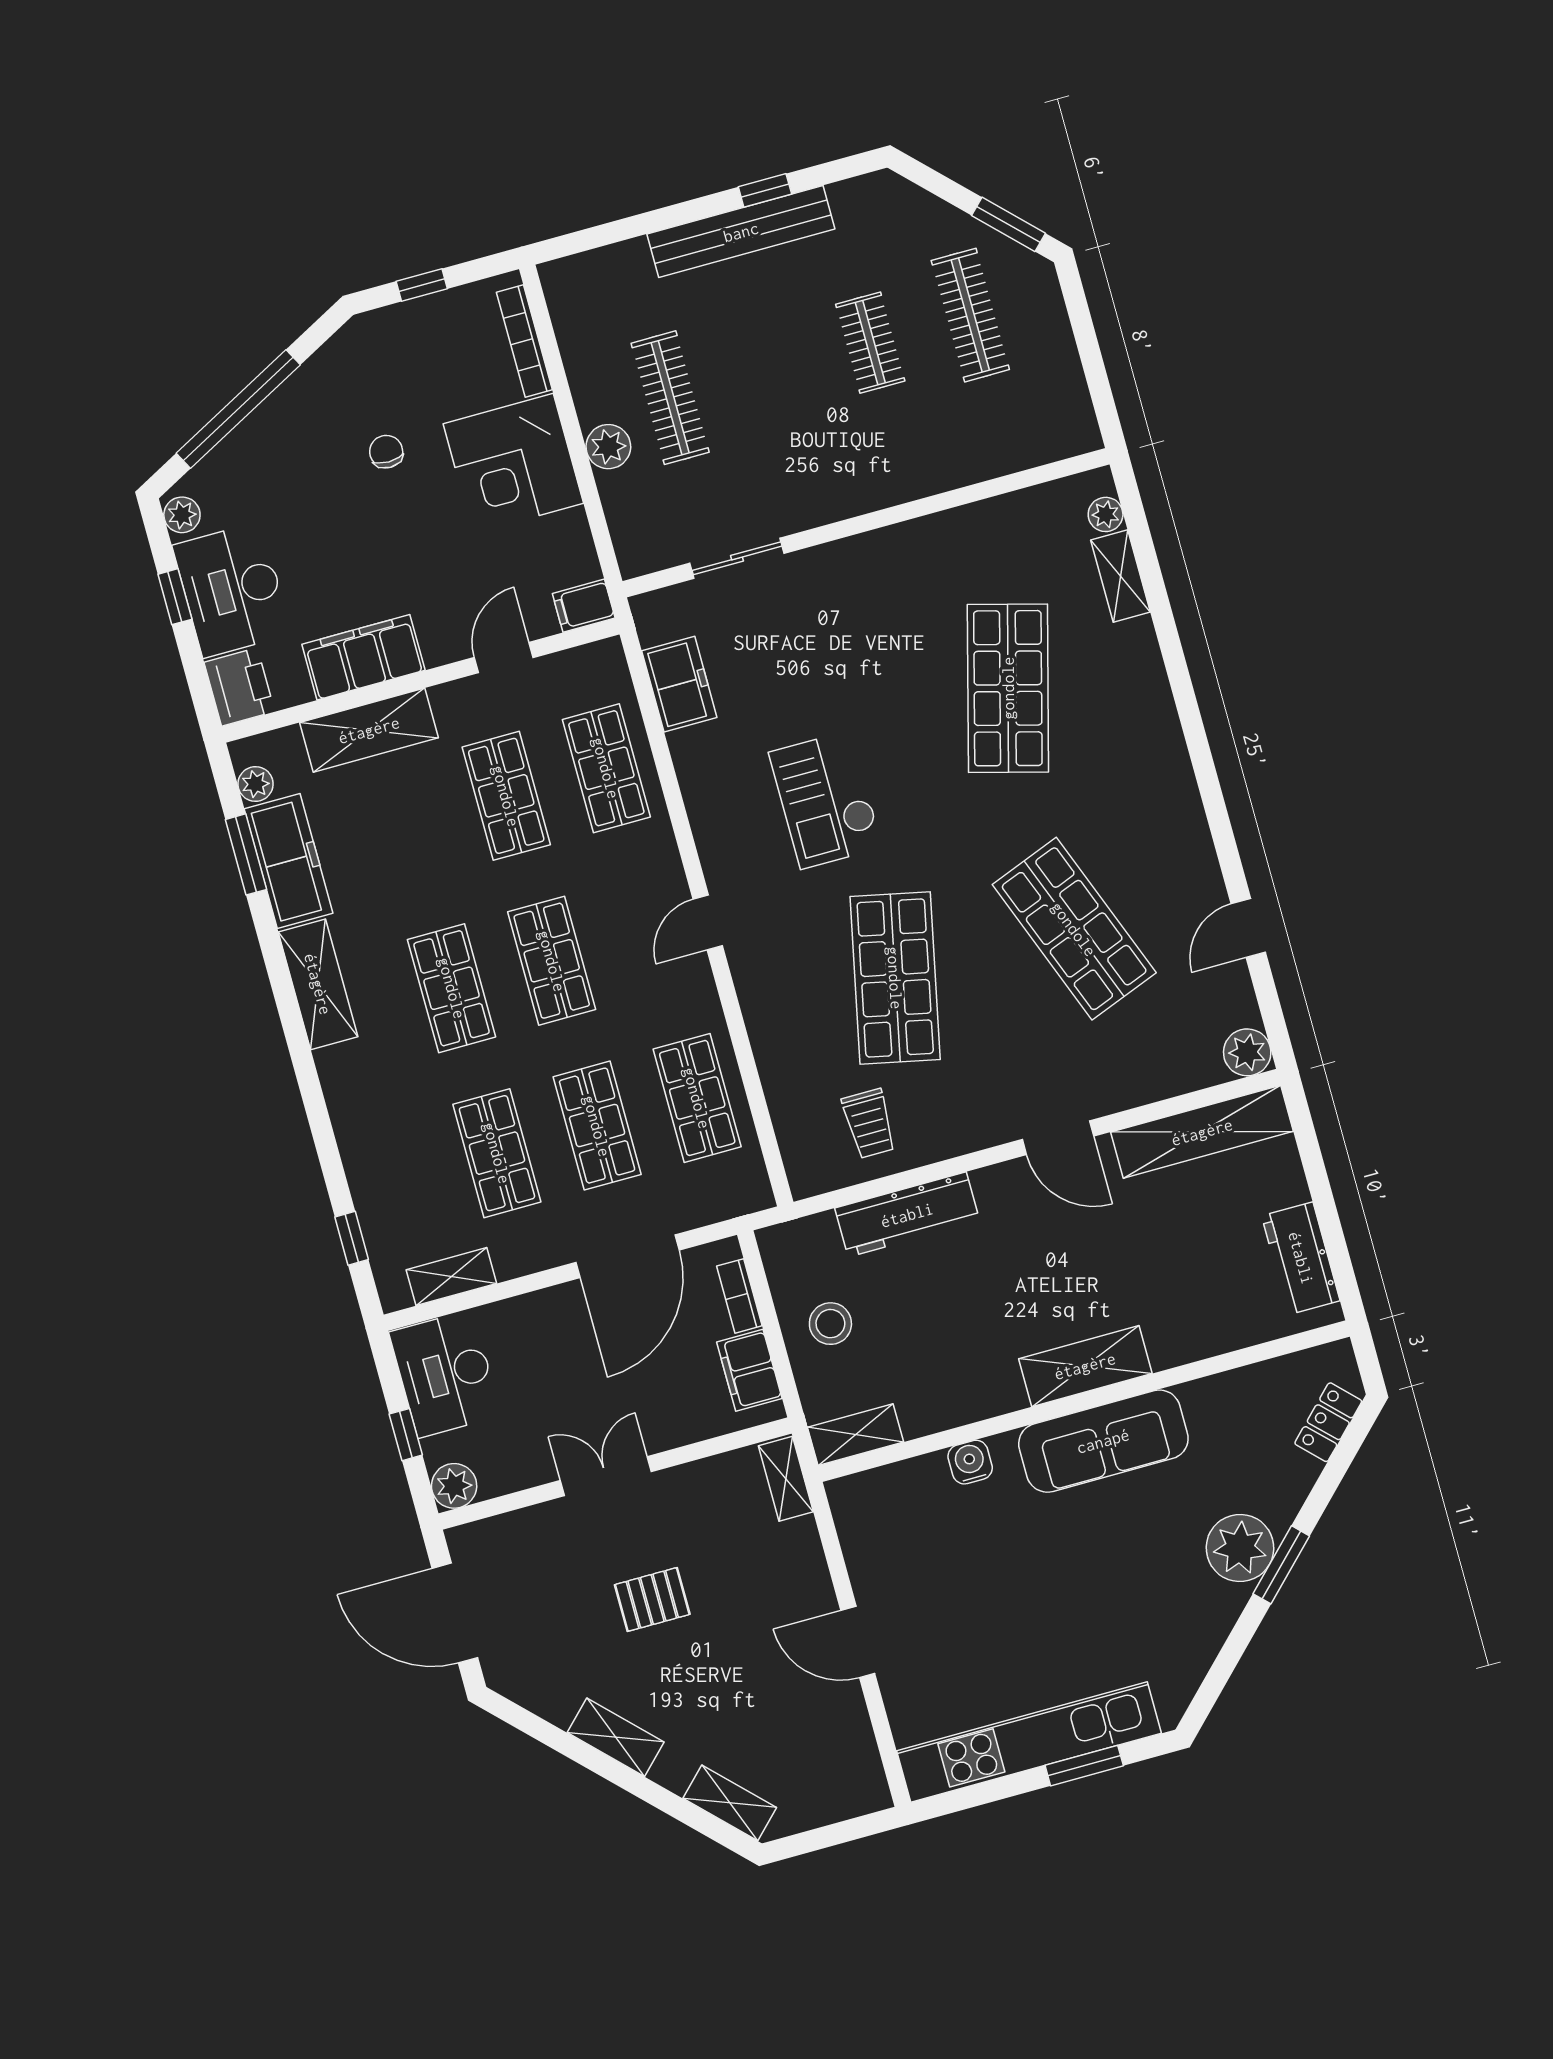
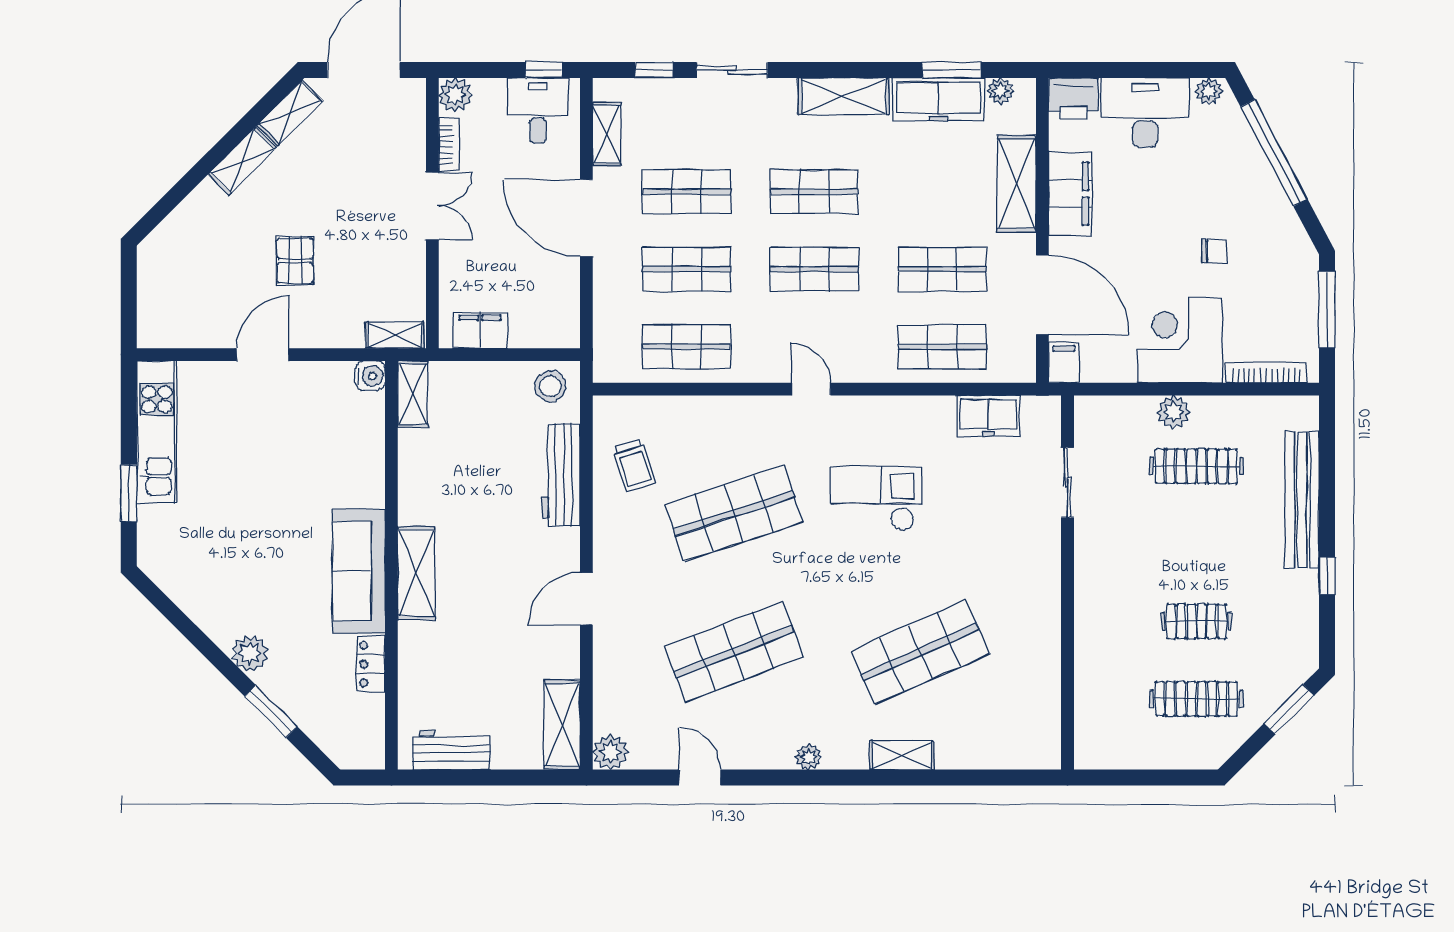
window: (1008, 224) -> (1289, 709), moved
bench: (741, 232) -> (1302, 500), moved
window: (422, 285) -> (1327, 310), width x2.17
plant: (1106, 514) -> (809, 757), moved
shelving: (1120, 576) -> (902, 755), moved
window: (175, 597) -> (1151, 70), removed
door: (504, 657) -> (1042, 295), width x1.87
shop shelf: (1008, 688) -> (920, 652), turned -39
shop shelf: (895, 978) -> (734, 513), turned -30
trolley: (869, 1123) -> (634, 466), turned -108
shelving: (1202, 1132) -> (562, 725), width x0.68
sliding door: (324, 1138) -> (732, 70), added
door: (628, 1256) -> (586, 218), moved
bookcase: (739, 1296) -> (449, 144), moved, turned 90
stool: (830, 1324) -> (550, 386), moved
desk: (445, 1374) -> (538, 110), width x0.73
locker: (1328, 1422) -> (371, 664), moved, turned -135
window: (406, 1435) -> (544, 70), moved
water cooler: (970, 1462) -> (370, 376), moved
plant: (1240, 1548) -> (250, 653), width x0.73, depth x0.73
window: (1281, 1565) -> (271, 711), moved
pallet: (652, 1599) -> (295, 261), moved
kitchen unit: (1029, 1742) -> (157, 432), width x0.73
shelving: (730, 1803) -> (290, 113), moved

